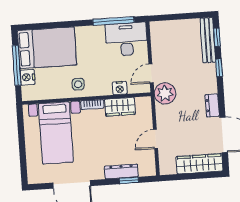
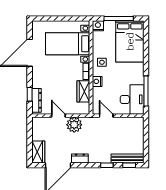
nightstand: (27, 77) -> (98, 26), moved
nightstand: (120, 88) -> (97, 81), moved
plant: (165, 93) -> (74, 125), moved
wardrobe: (200, 164) -> (38, 152), width x0.67
dresser: (121, 171) -> (36, 100), moved

